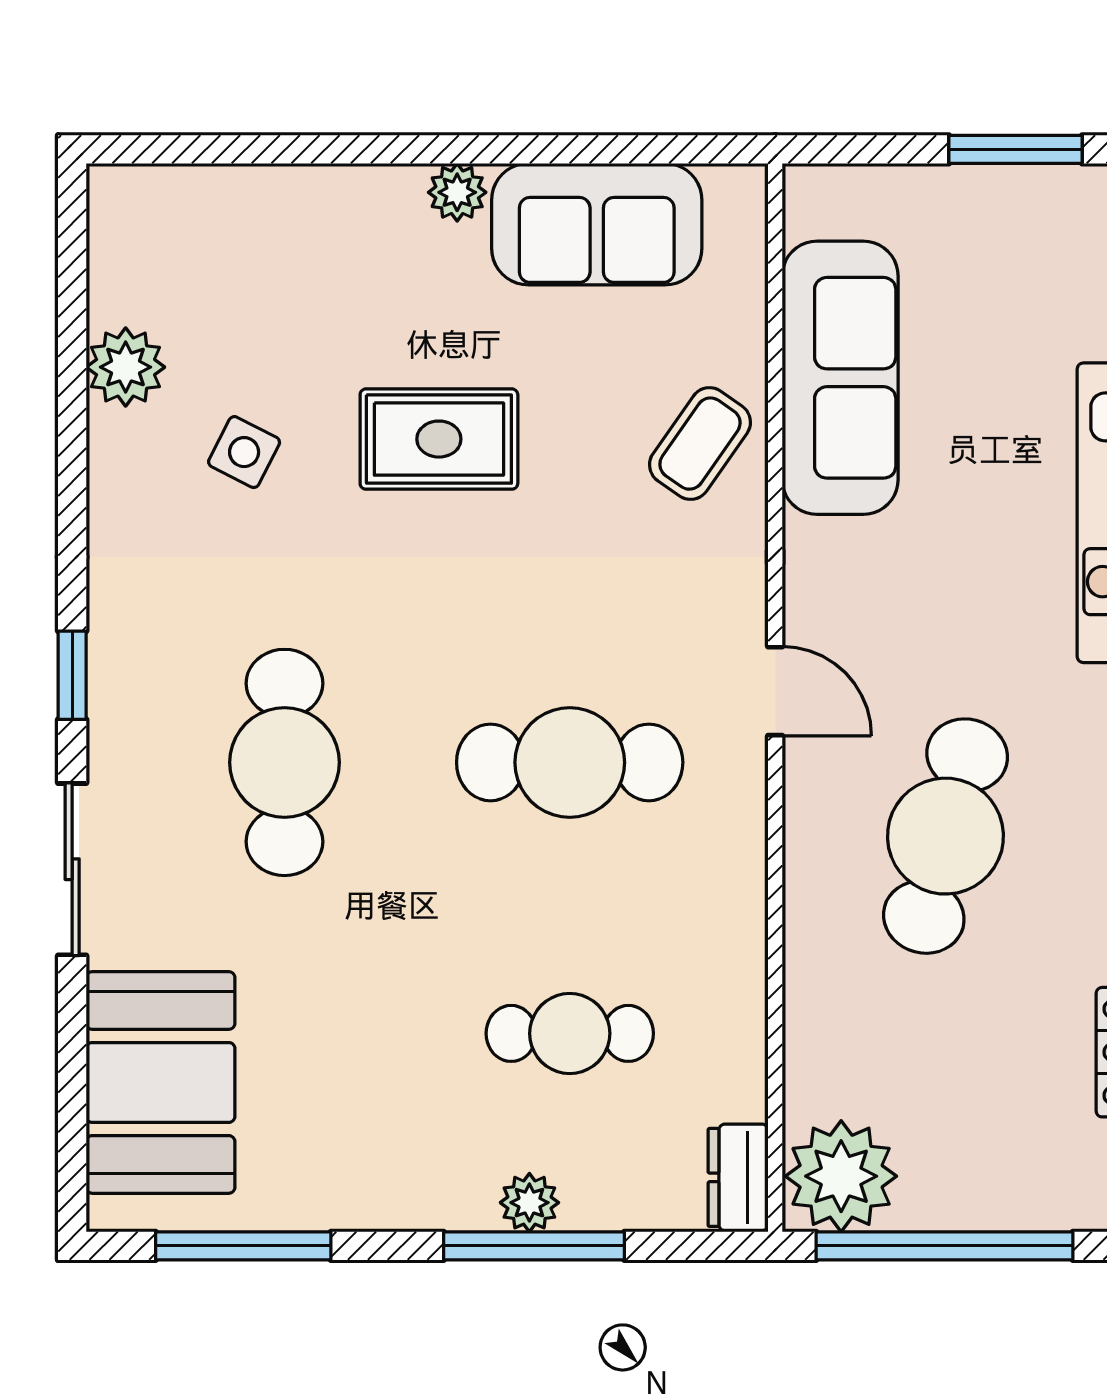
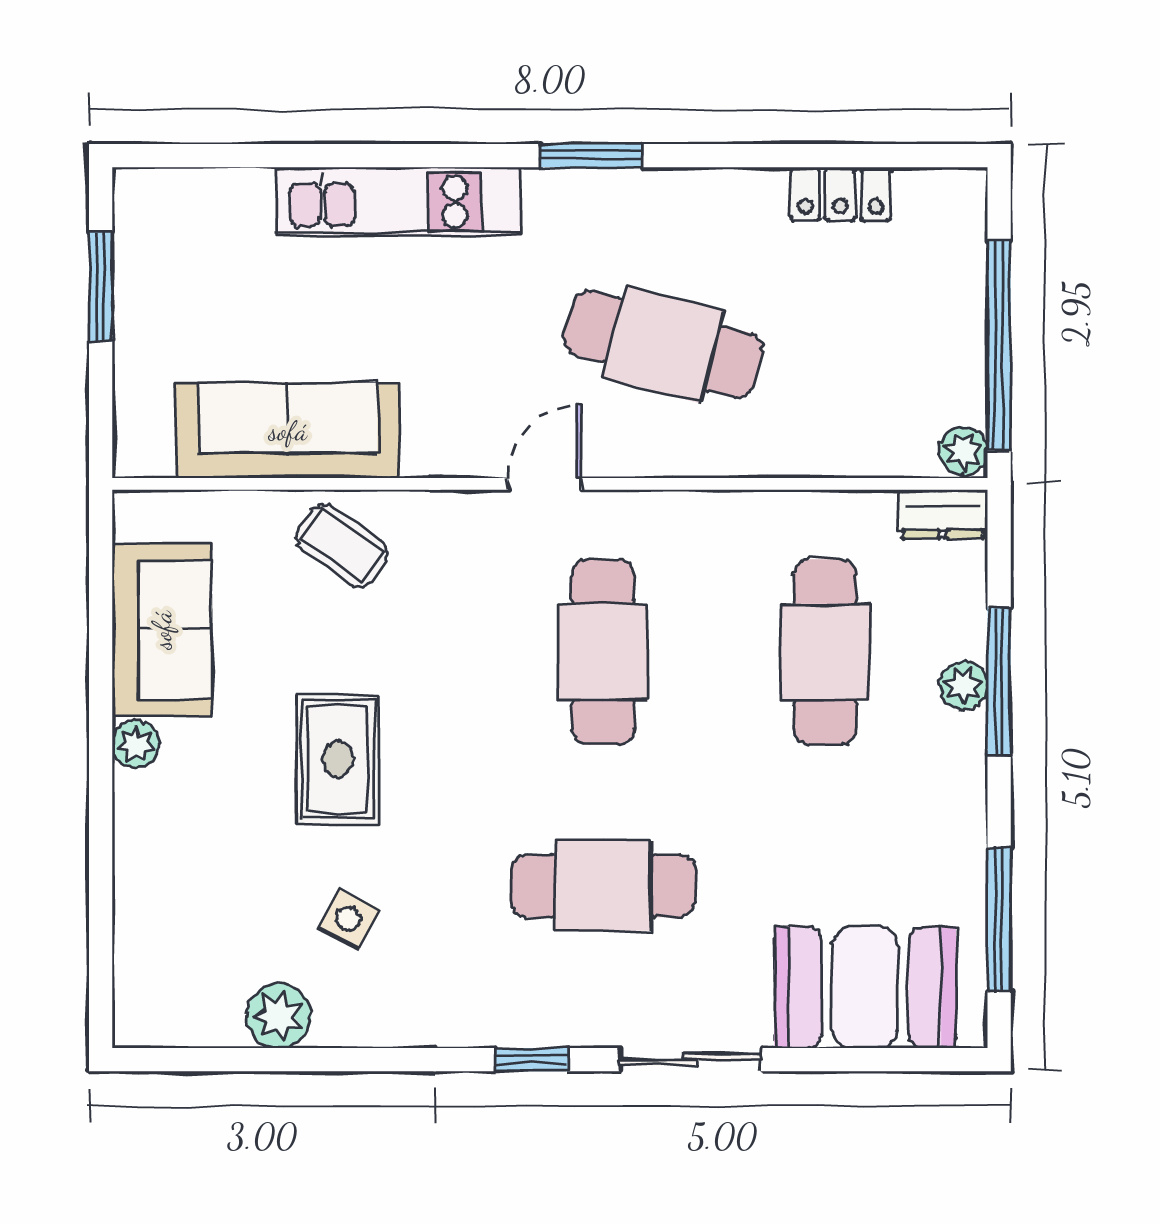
cafe table: (570, 1033) -> (825, 652), width x1.37, depth x1.35
plant: (841, 1176) -> (963, 451), width x0.53, depth x0.53

